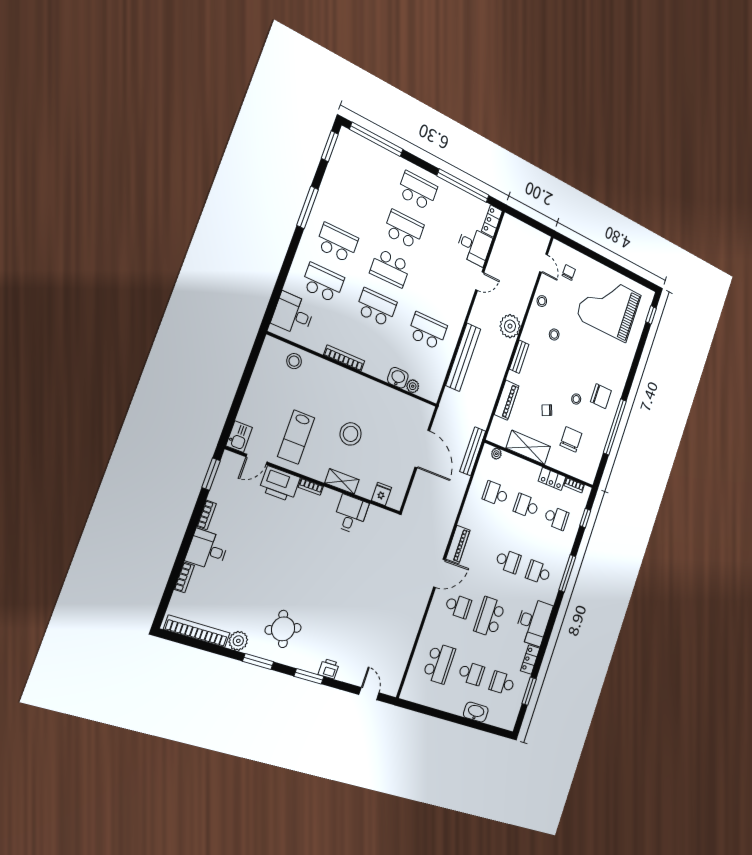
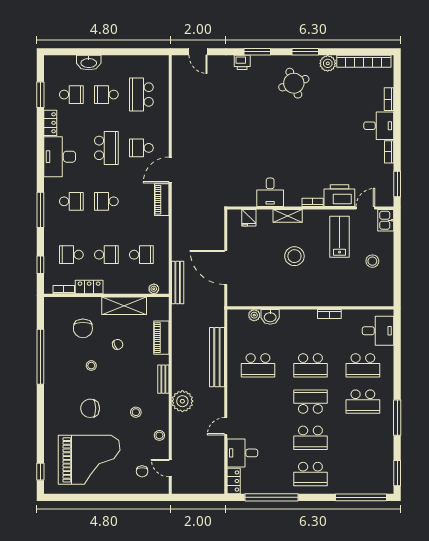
bookcase: (344, 358) -> (329, 314), width x0.64
stool: (294, 361) -> (372, 261), moved
chair: (601, 396) -> (90, 408), moved

